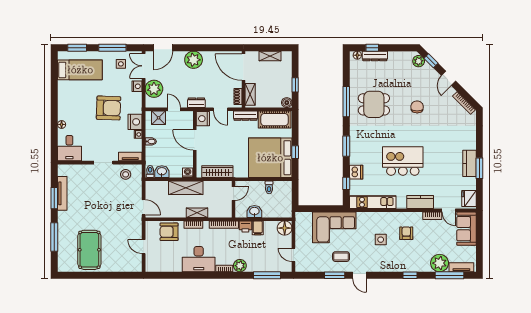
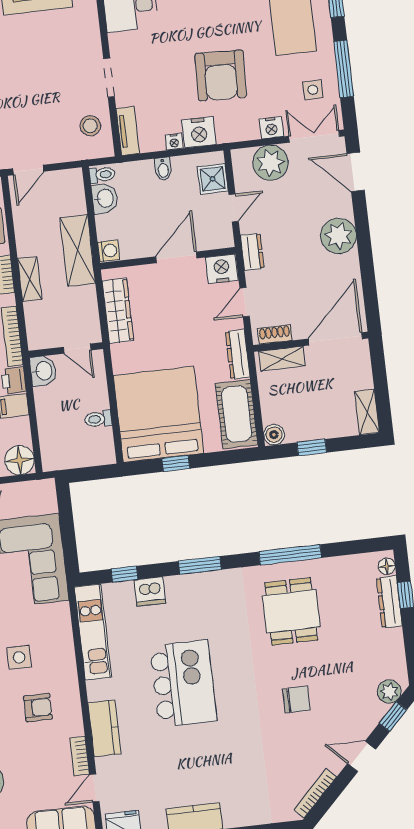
shelving: (270, 56) -> (367, 412), moved
washbasin: (254, 211) -> (43, 371), moved

